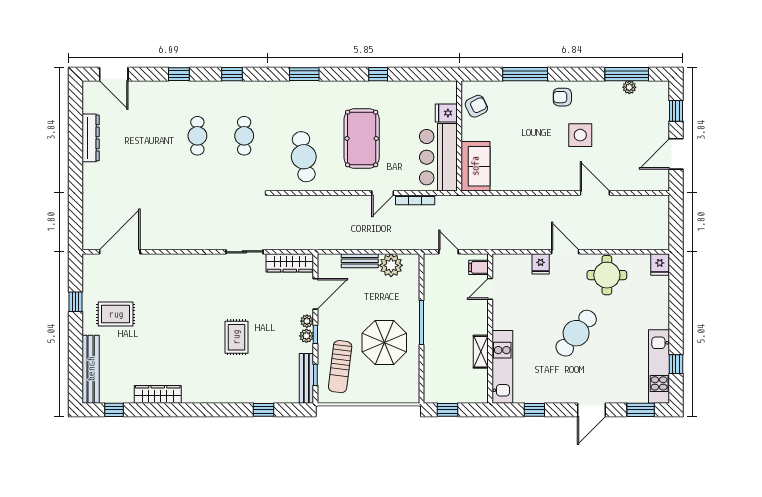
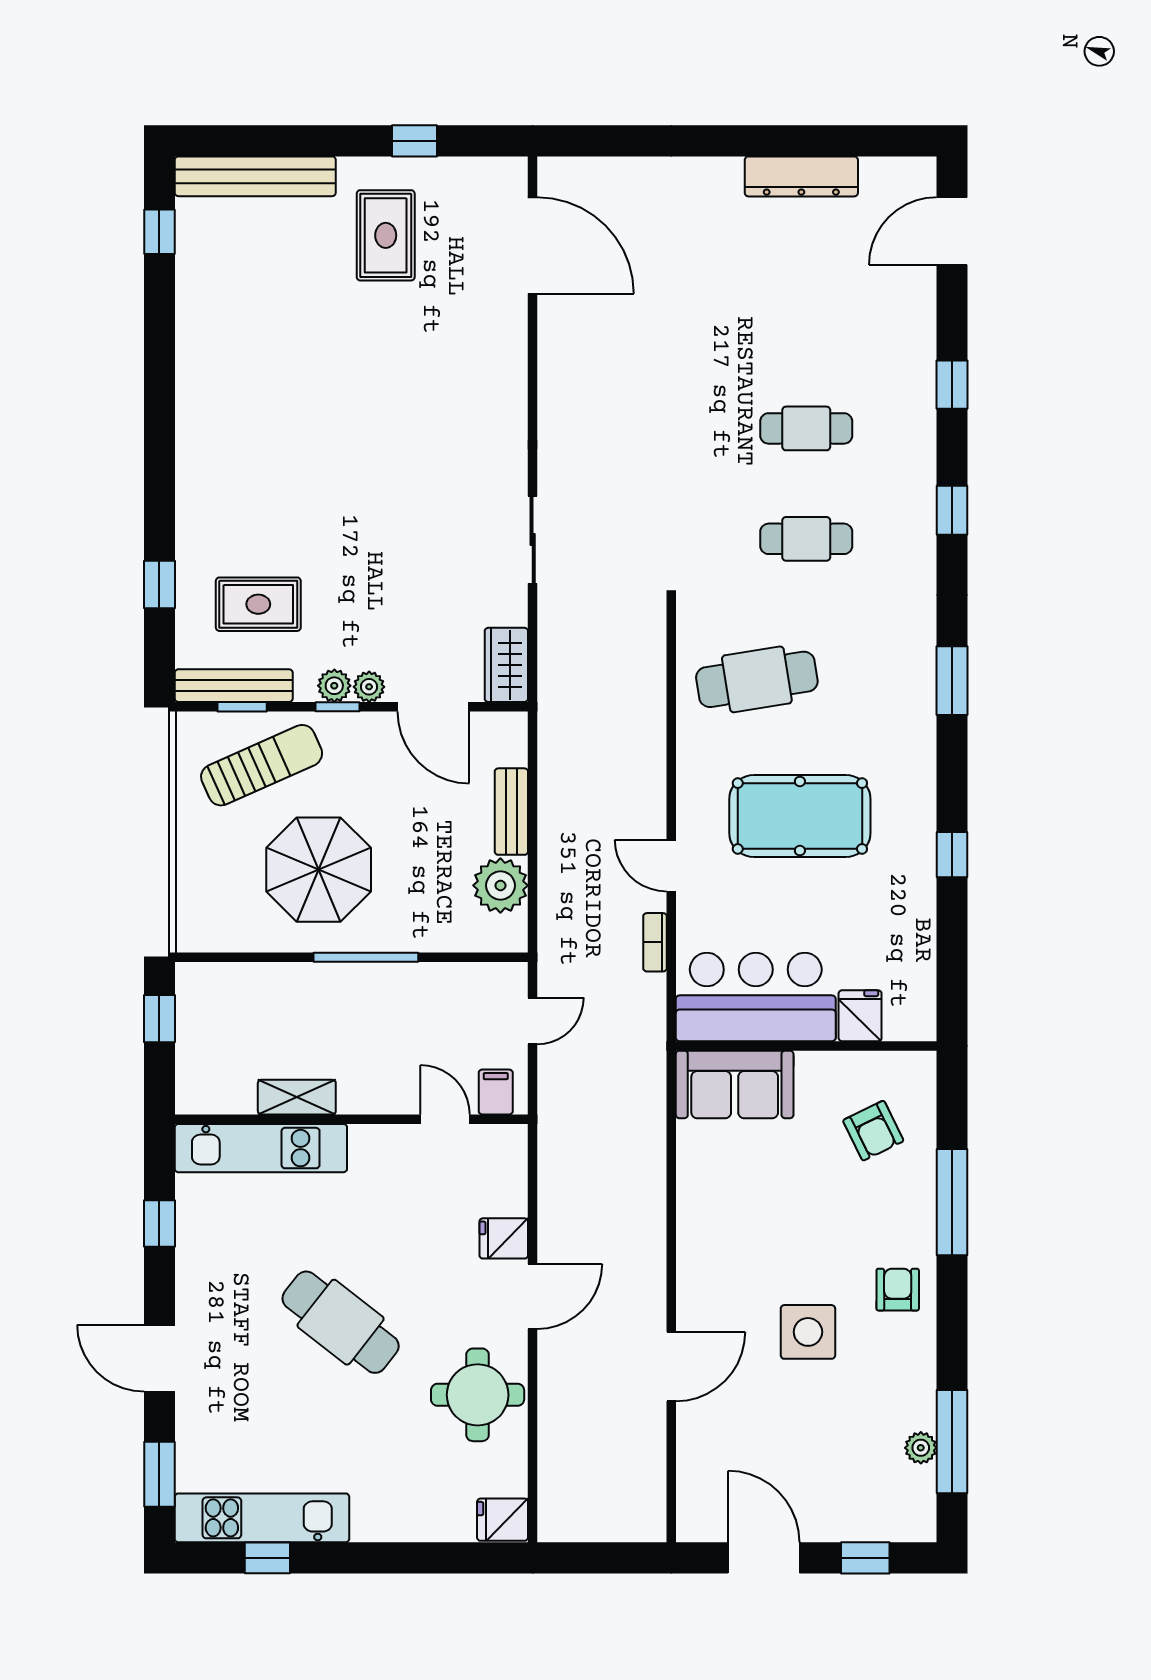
armchair: (476, 106) -> (873, 1131), moved
bookcase: (415, 200) -> (655, 942), width x0.64
wardrobe: (290, 263) -> (506, 665), width x0.67
rug: (236, 337) -> (258, 604), moved
sun lounger: (340, 367) -> (262, 765), turned 149
wardrobe: (158, 394) -> (196, 335), removed

